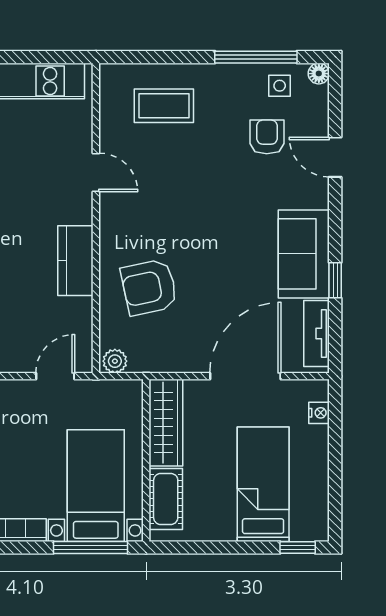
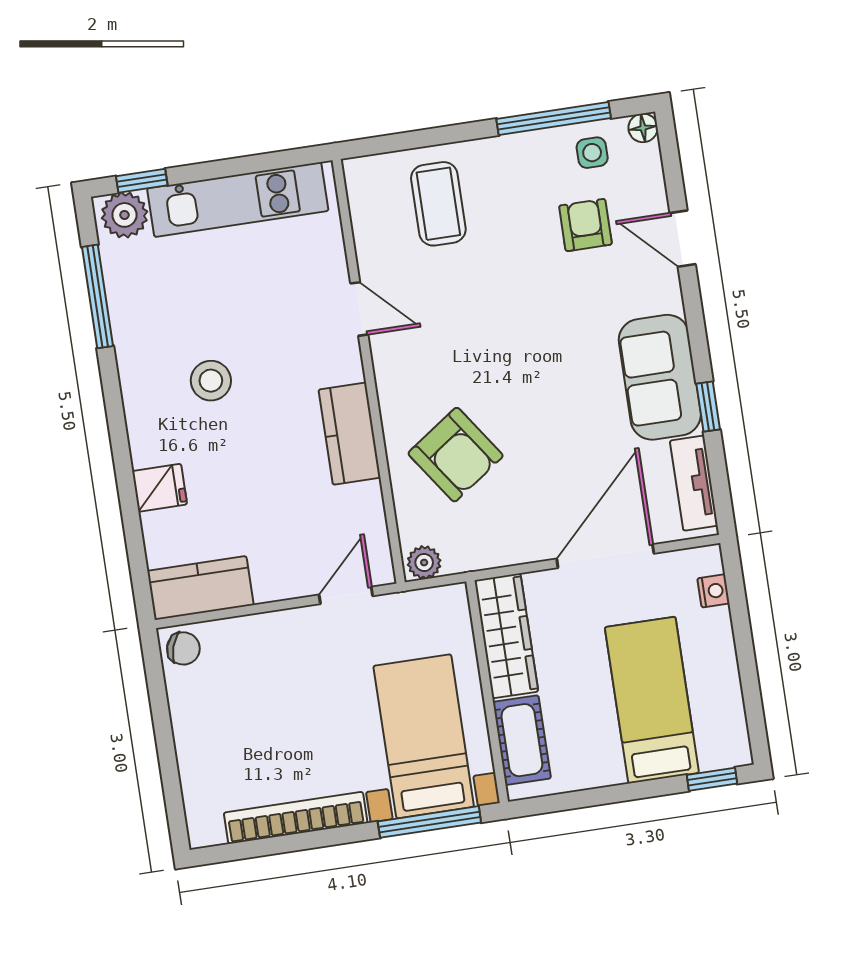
coffee table: (164, 106) -> (438, 204), turned 90
armchair: (149, 287) -> (456, 455), turned -113

